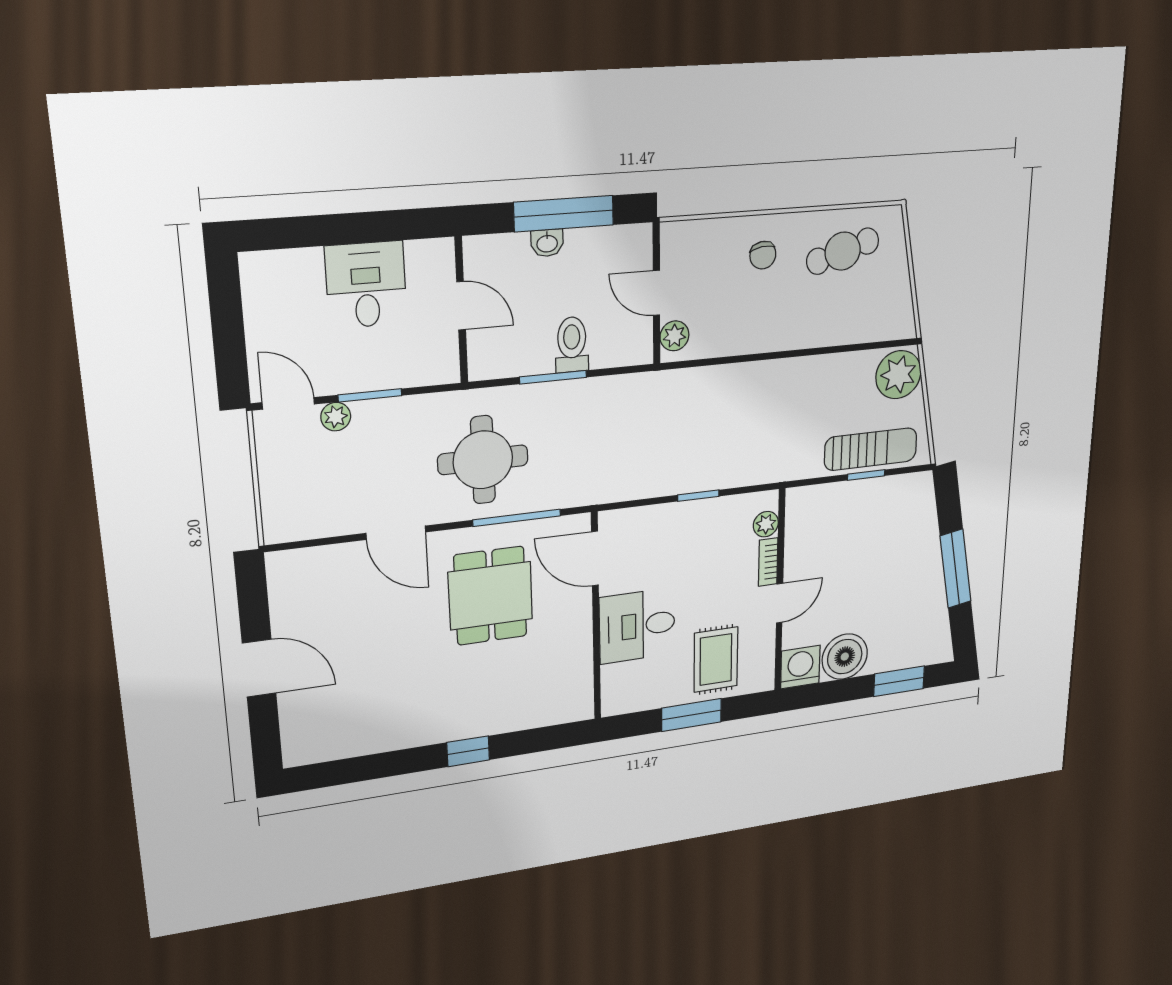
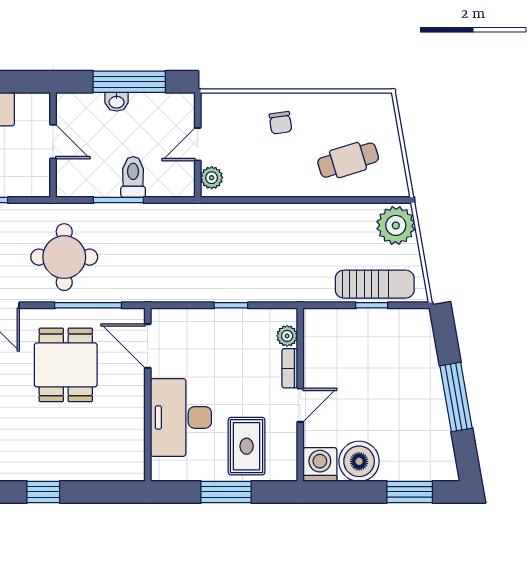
cafe table: (843, 251) -> (348, 160), moved
door: (656, 293) -> (198, 144), hinge flipped
desk: (637, 626) -> (181, 417), width x1.37

